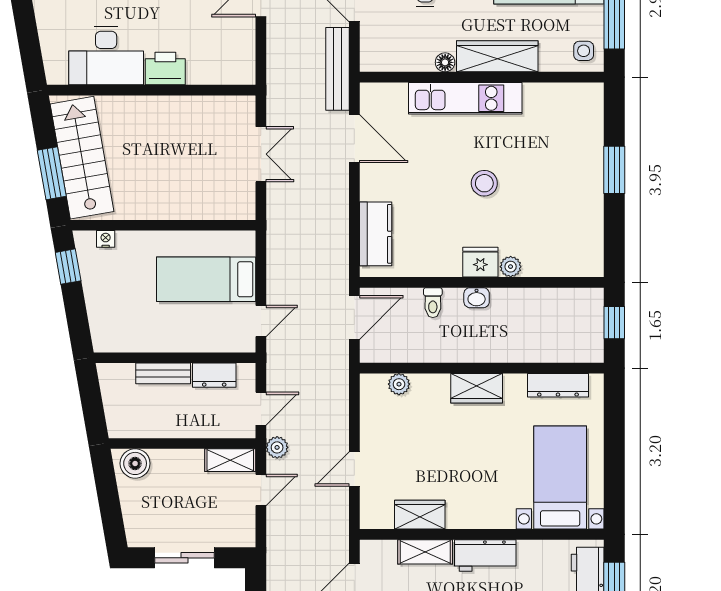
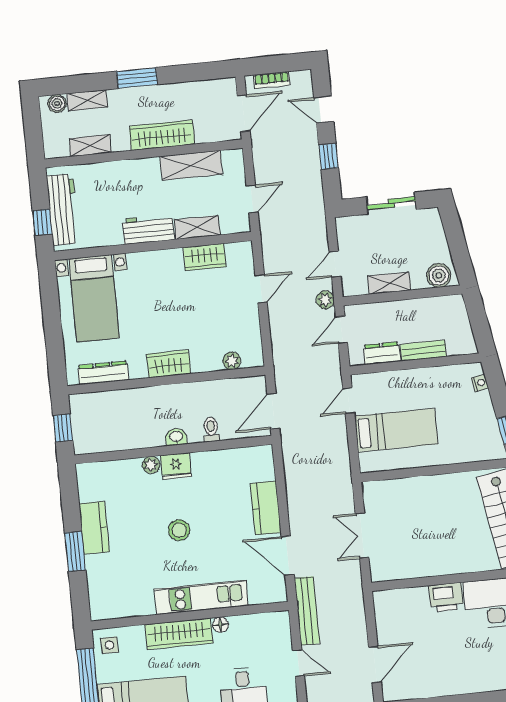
kitchen counter: (588, 196) -> (94, 528), added
kitchen counter: (376, 234) -> (266, 508), moved
nightstand: (106, 239) -> (480, 383), moved, turned -100
shelving: (230, 460) -> (389, 283), moved

